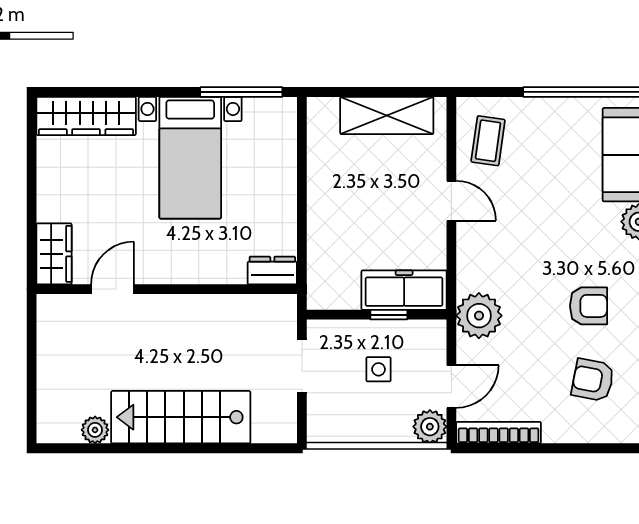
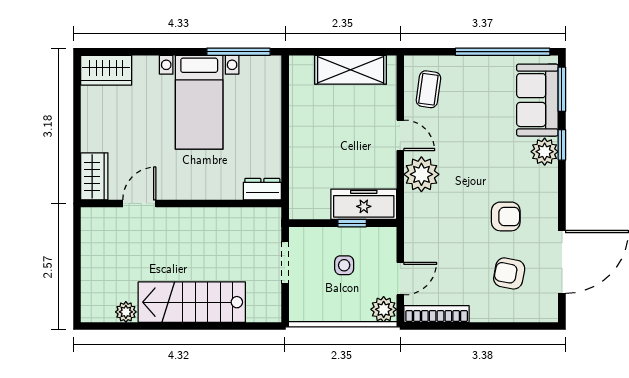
wardrobe: (86, 116) -> (106, 70), width x0.67
plant: (479, 316) -> (421, 174), moved

